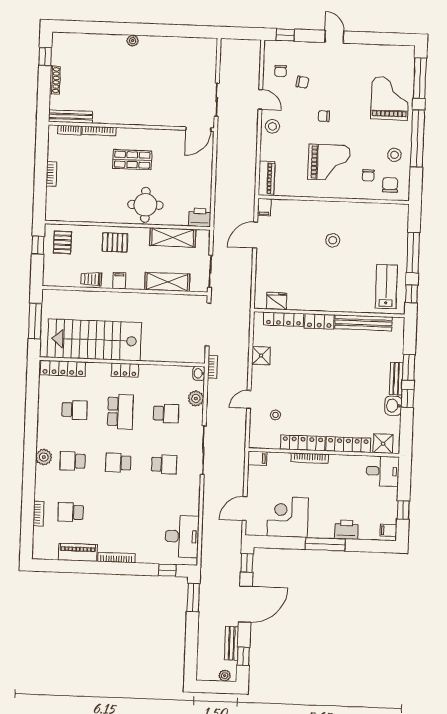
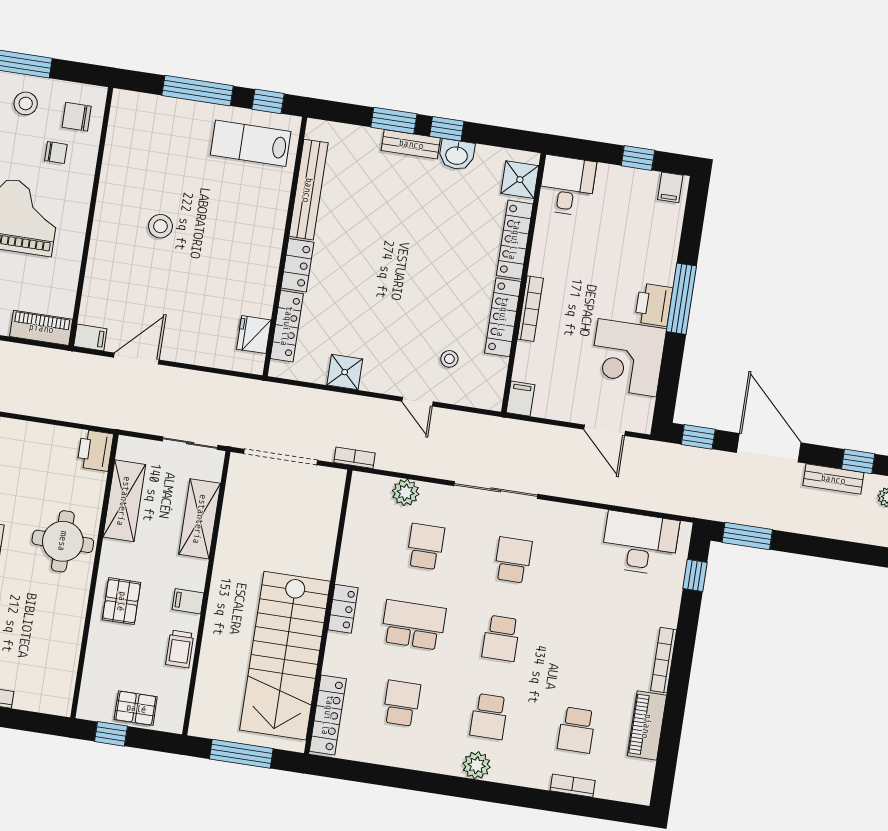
door: (255, 235) -> (136, 359), swing flipped
pallet: (62, 242) -> (136, 708), moved
washbasin: (199, 373) -> (363, 482), removed
printer: (346, 530) -> (654, 305), moved

